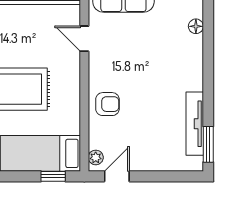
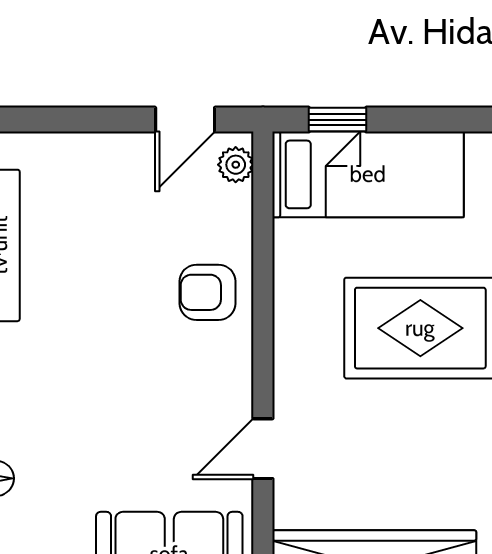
door: (84, 39) -> (263, 449), swing flipped

